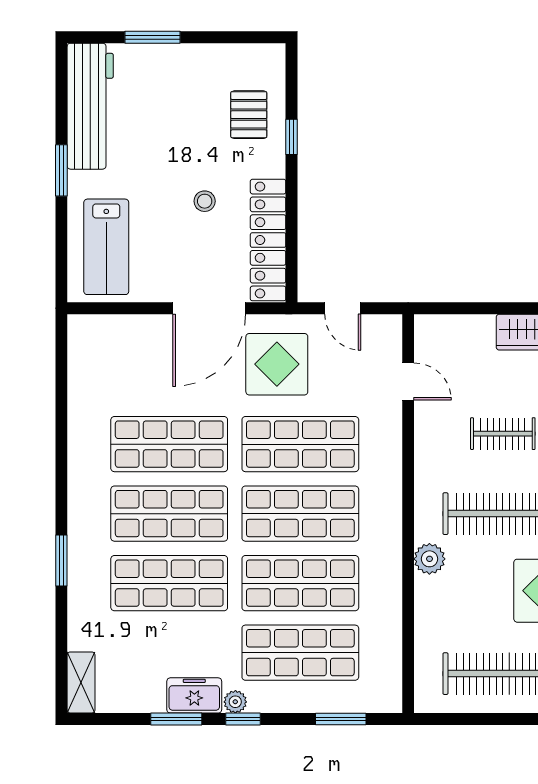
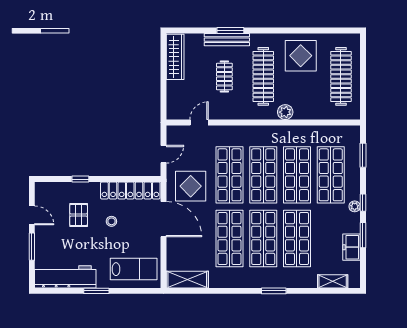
door: (217, 37) -> (32, 215), added
pallet: (249, 115) -> (79, 215), moved, turned 90
shelving: (85, 357) -> (187, 280), added
window: (61, 561) -> (274, 291), moved
shelving: (81, 682) -> (333, 281), moved
freezer: (194, 695) -> (352, 247), moved

